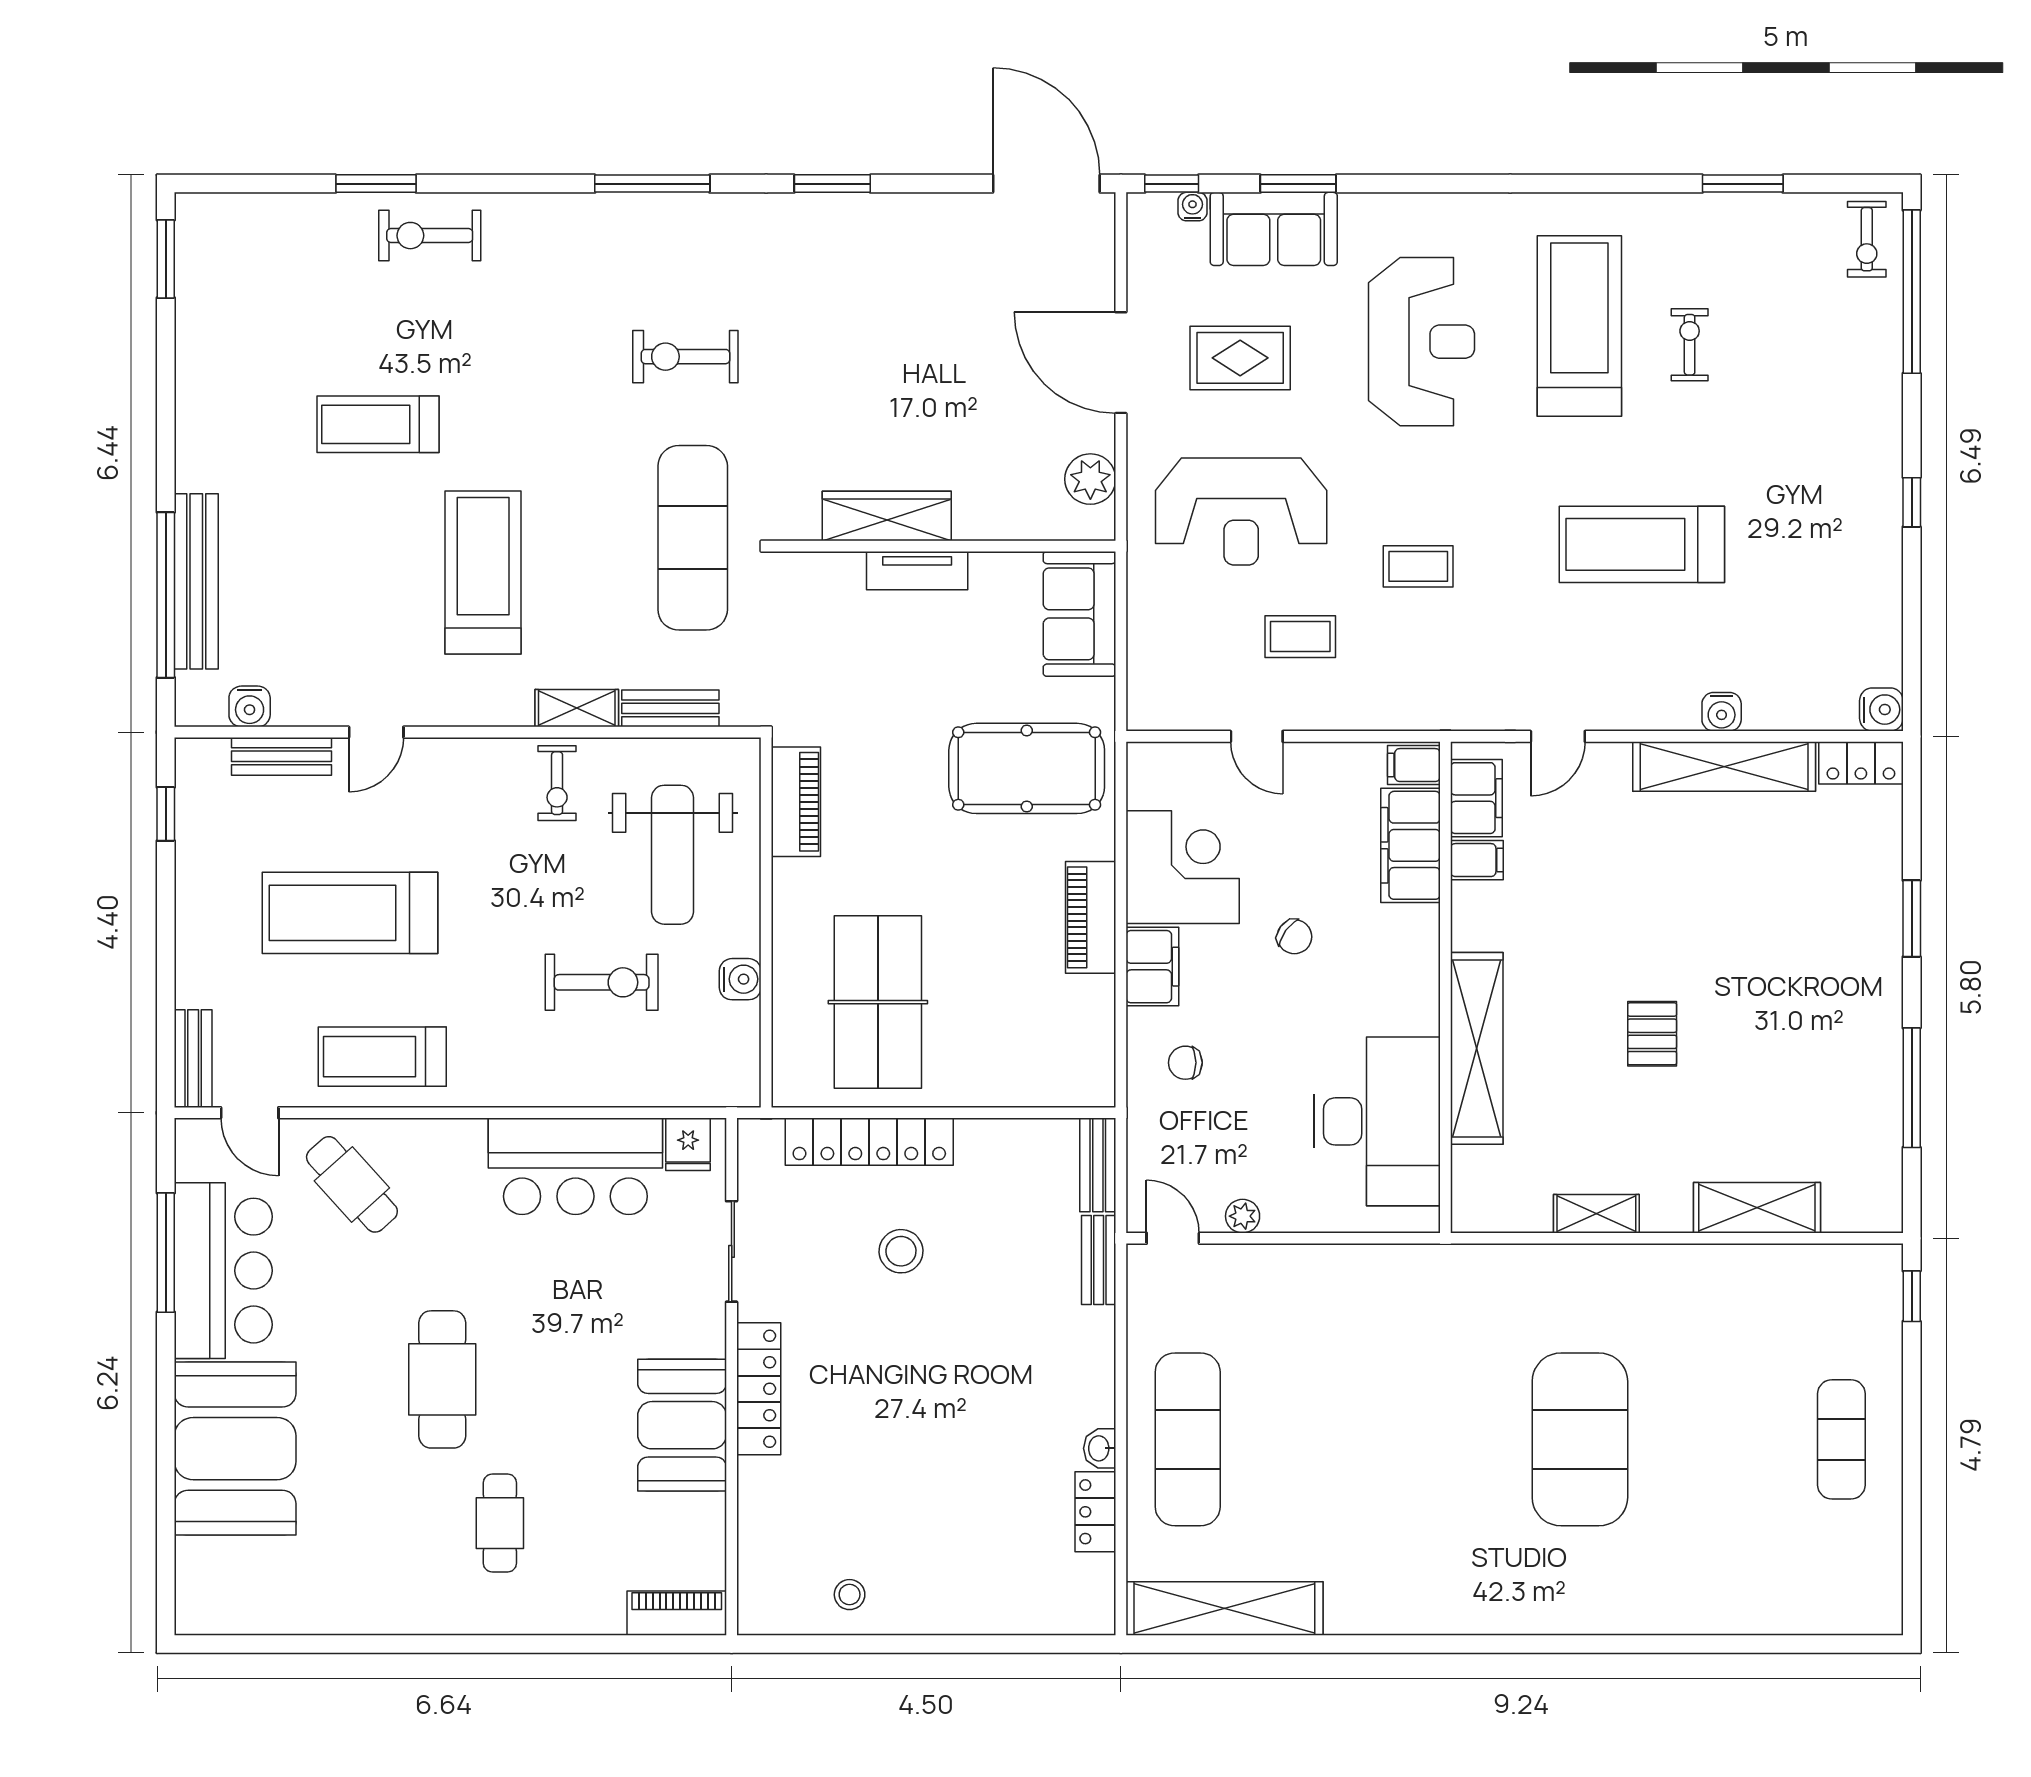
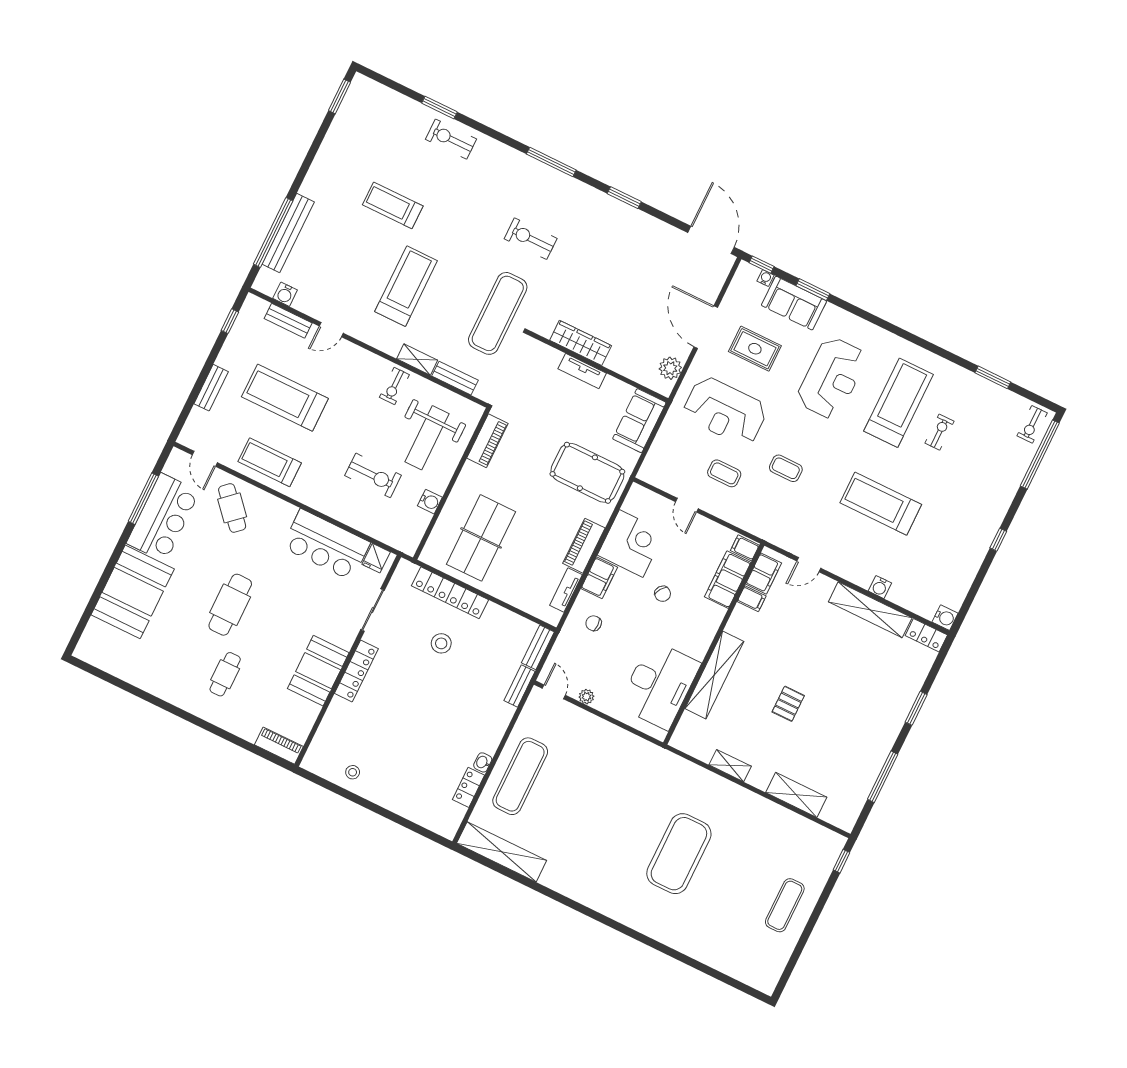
tv unit: (1098, 1023) -> (566, 590), added
bench: (193, 1059) -> (211, 388), moved

